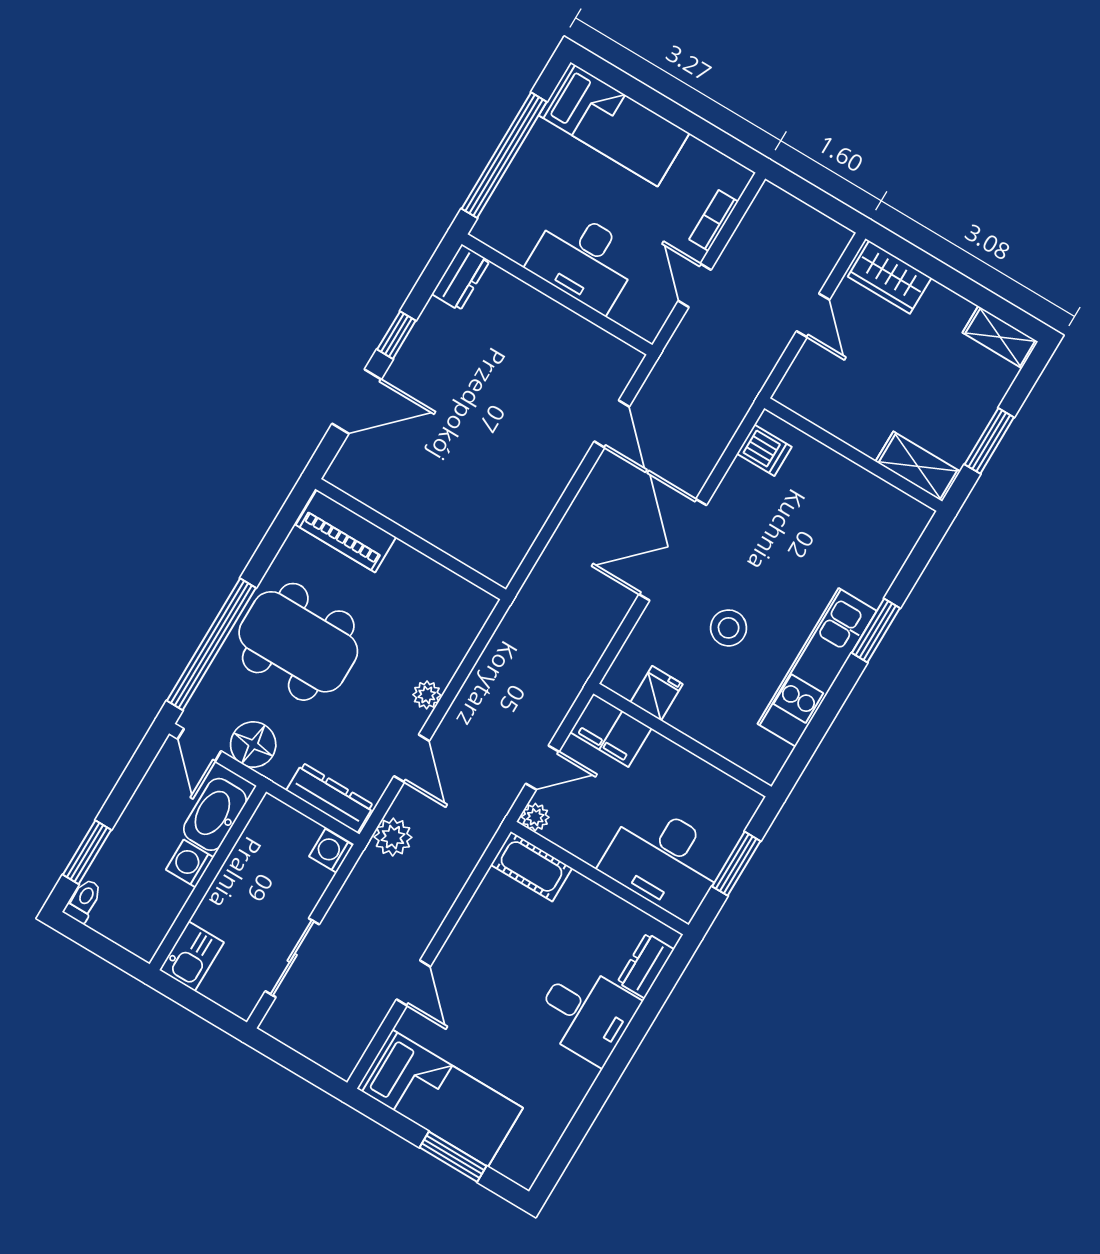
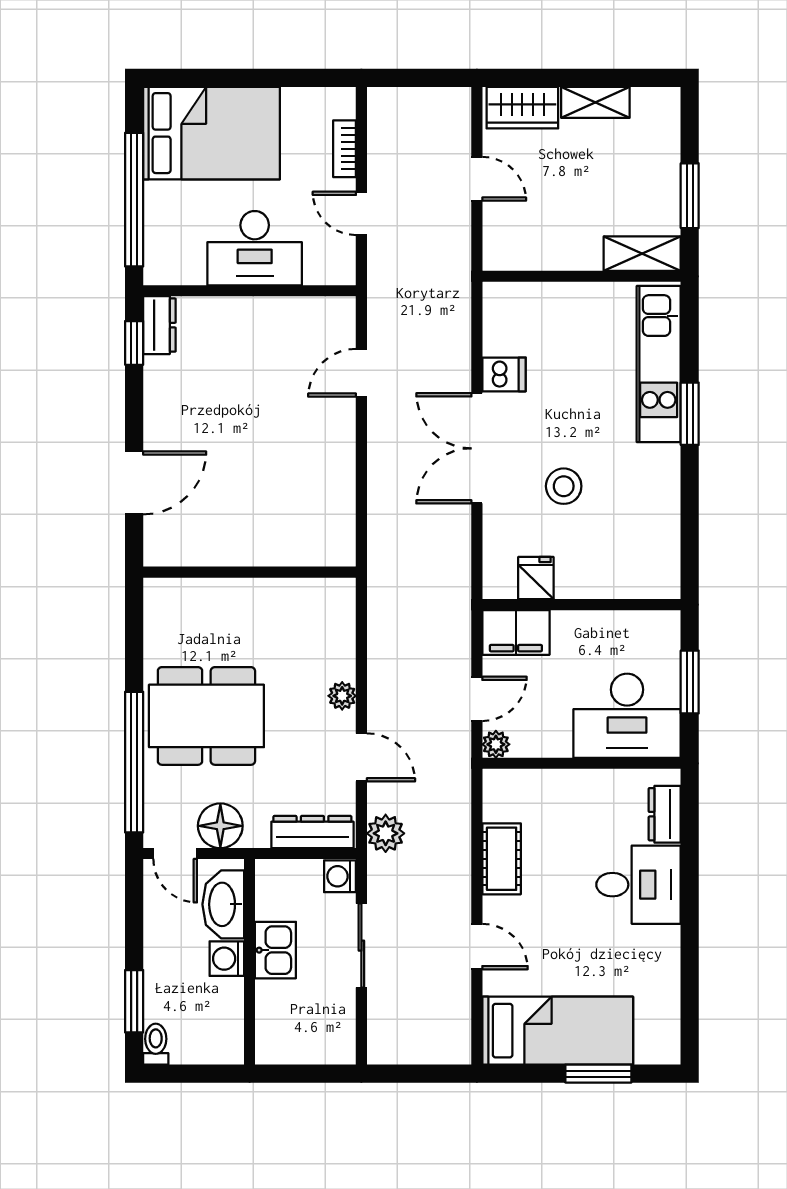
bed: (614, 124) -> (212, 133), width x1.50
window: (396, 335) -> (134, 343), moved
shelving: (1000, 337) -> (595, 102), moved
door: (612, 424) -> (361, 373), swing flipped
dishwasher: (764, 450) -> (504, 374), moved
piano: (346, 531) -> (191, 598), removed
kitchen unit: (817, 667) -> (659, 364), moved
cot: (531, 866) -> (502, 859), moved, turned 90
kitchen sink: (192, 956) -> (275, 950), moved
sliding door: (292, 958) -> (361, 946), moved

